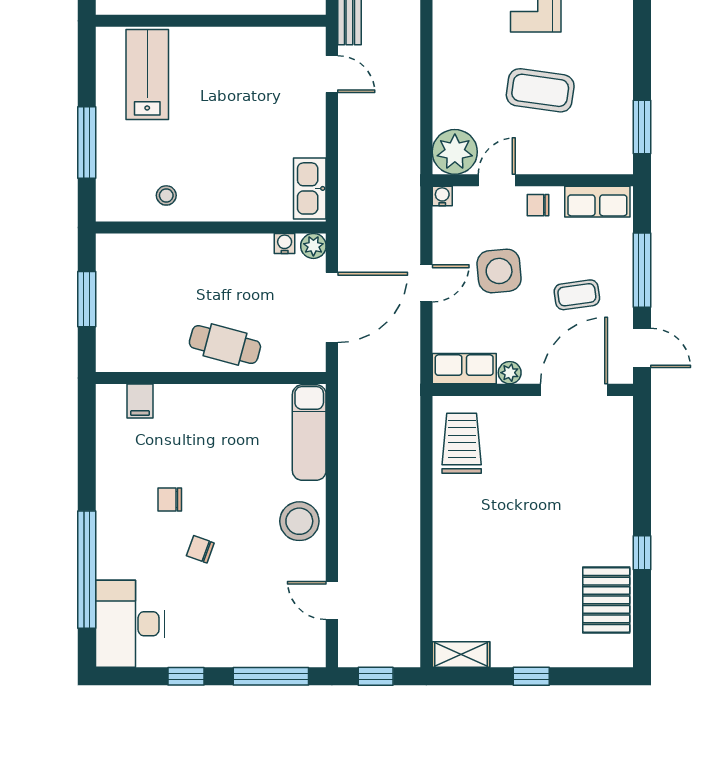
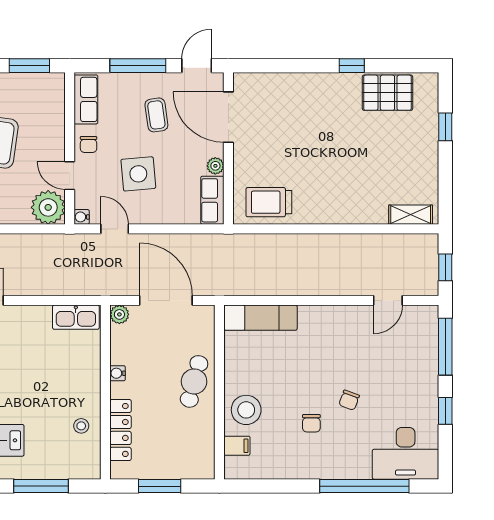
water cooler: (285, 243) -> (118, 373), moved
locker: (161, 247) -> (120, 430), added
door: (426, 283) -> (115, 229), moved
stool: (299, 521) -> (246, 410), moved
shelving: (461, 655) -> (411, 215), moved, turned 90
window: (531, 676) -> (445, 127), moved

